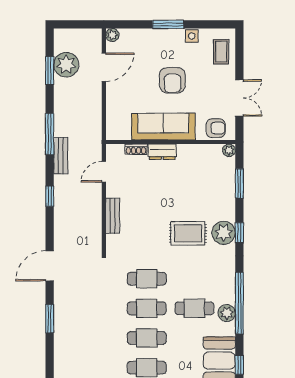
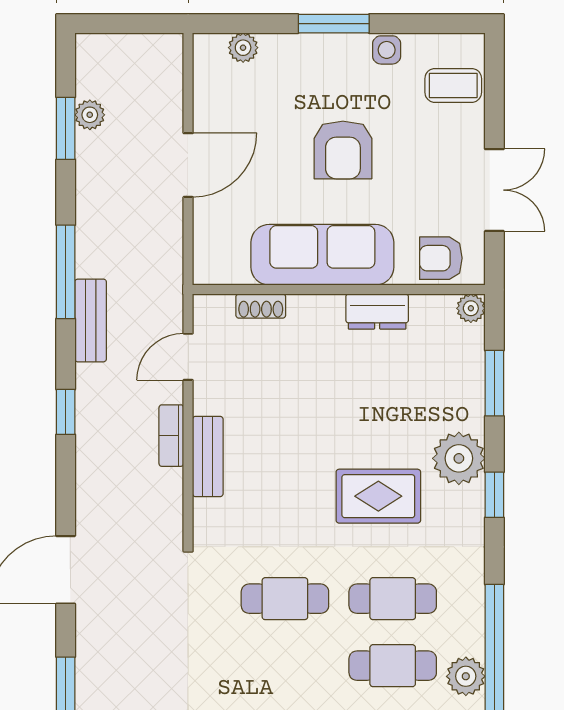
plant: (112, 35) -> (243, 48), moved
coffee table: (221, 52) -> (453, 85), turned 90
plant: (66, 65) -> (90, 115), width x0.53, depth x0.53
door: (104, 67) -> (188, 165), moved
armchair: (216, 128) -> (441, 258), turned 180
dresser: (162, 152) -> (377, 312), moved
bookcase: (96, 207) -> (171, 436), added
plant: (224, 233) -> (459, 458), moved
cafe table: (147, 308) -> (393, 599), moved

